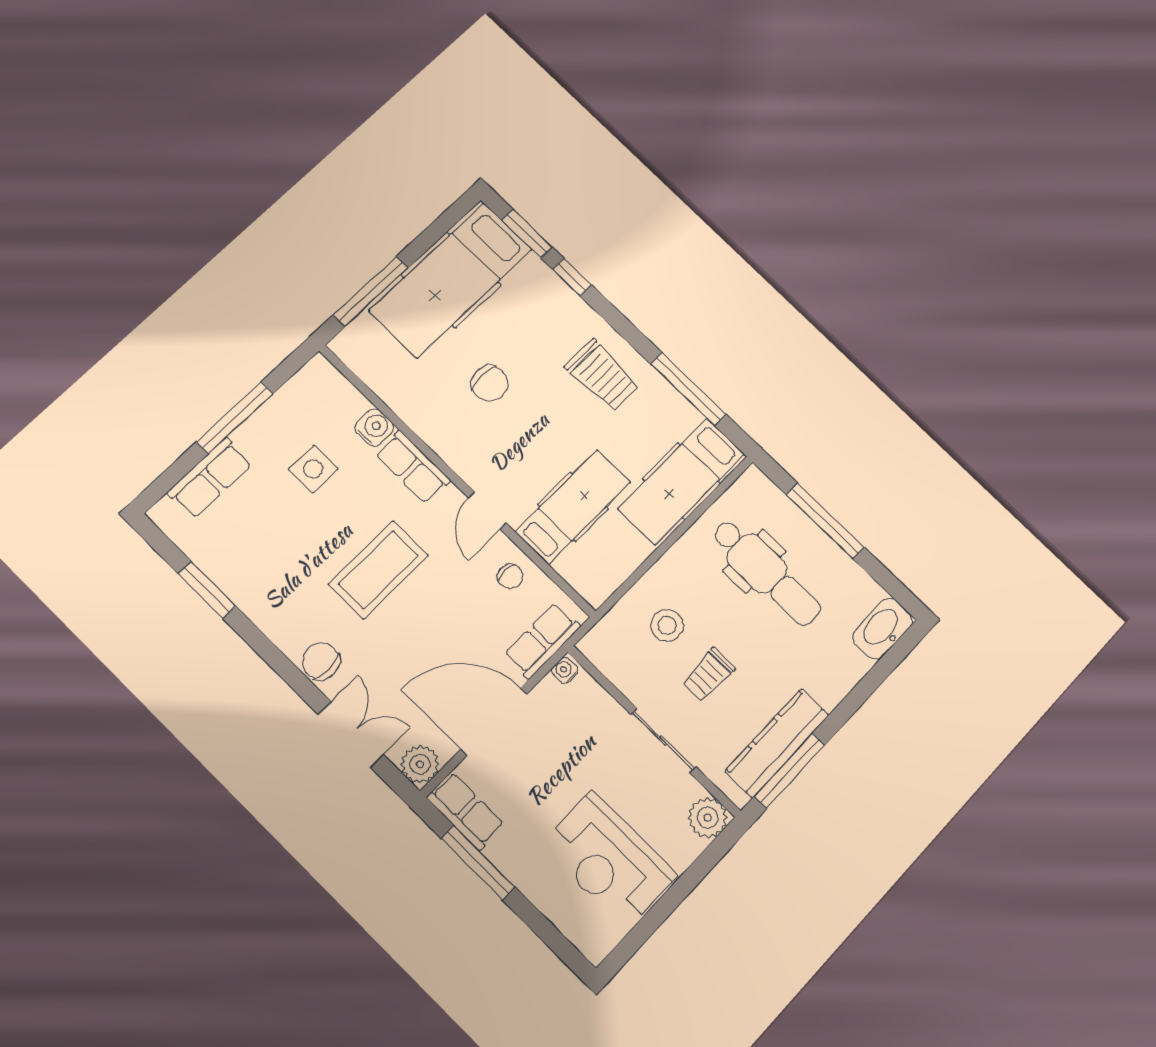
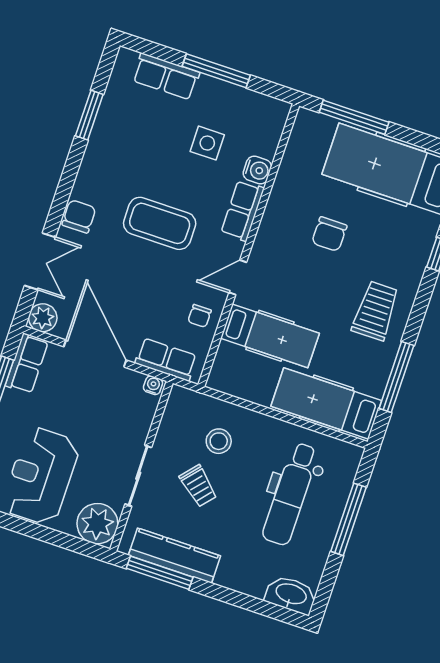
trolley: (602, 375) -> (376, 311), turned 180
trolley: (708, 675) -> (198, 486), turned -139
plant: (708, 818) -> (97, 524), width x1.36, depth x1.36

